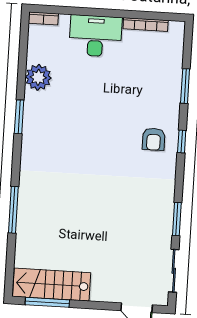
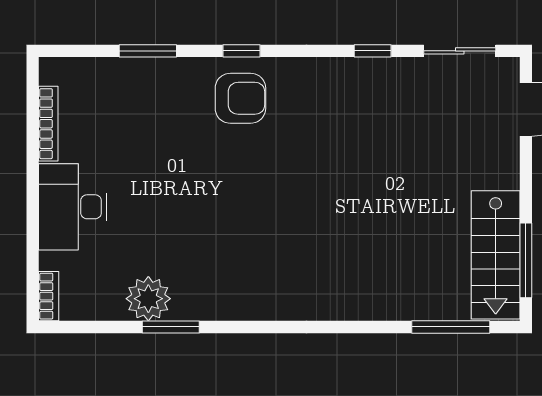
window: (19, 117) -> (171, 327), moved
armchair: (154, 139) -> (240, 98), width x1.38, depth x1.38
window: (13, 210) -> (451, 327), moved
window: (177, 219) -> (373, 51), width x0.67

